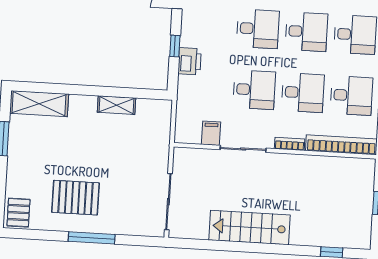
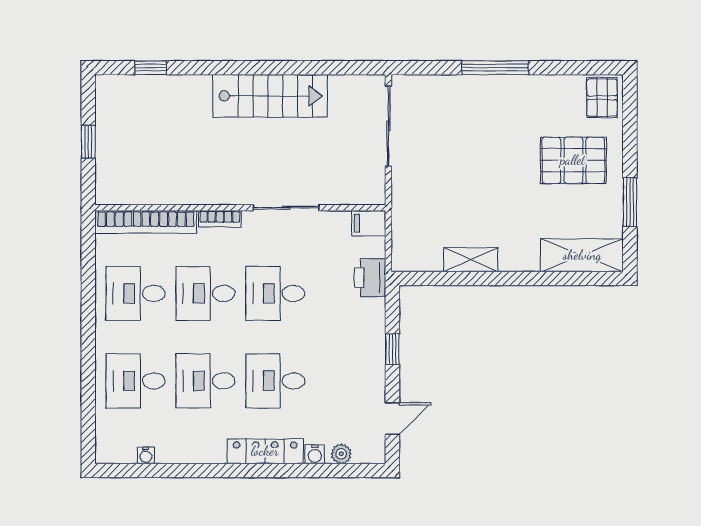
printer: (190, 61) -> (370, 278), moved
filing cabinet: (211, 133) -> (369, 223), moved, turned 90
pallet: (76, 198) -> (573, 160), moved

